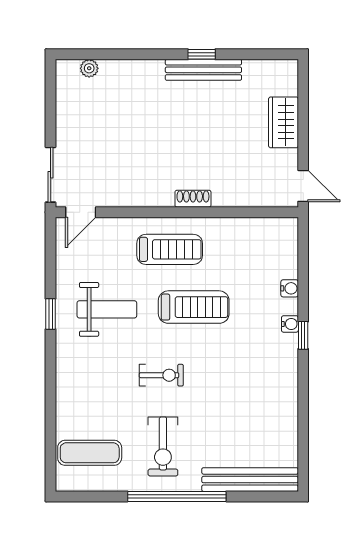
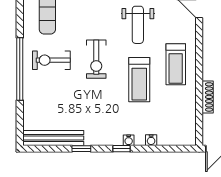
shoe rack: (193, 199) -> (208, 97), moved, width x1.43
exercise bike: (161, 375) -> (96, 59), width x1.38, depth x1.39
window: (303, 399) -> (81, 149), added
bench: (250, 480) -> (53, 138), moved, turned 90

